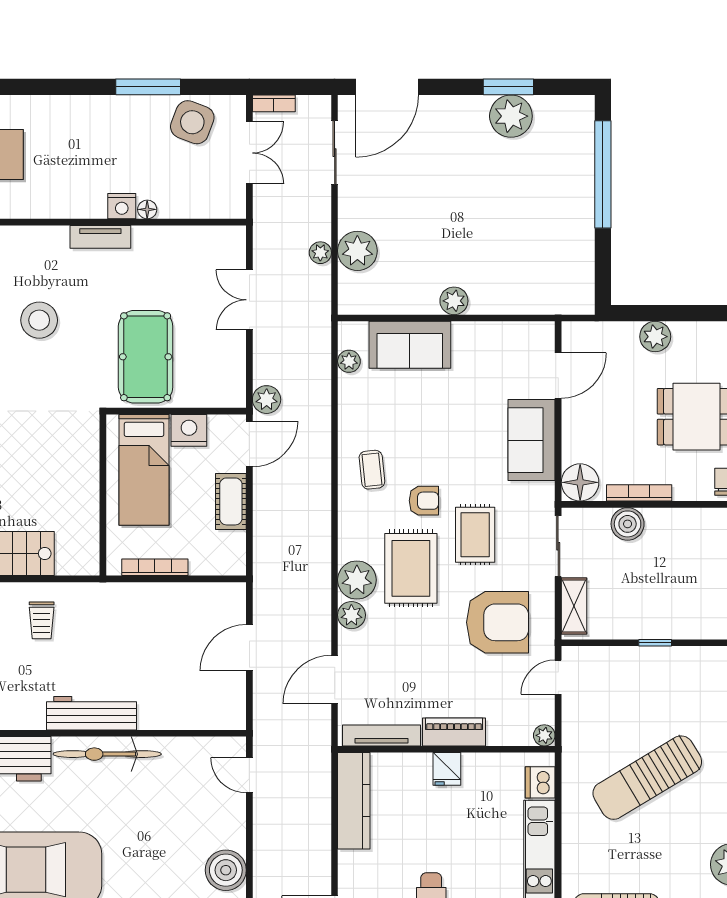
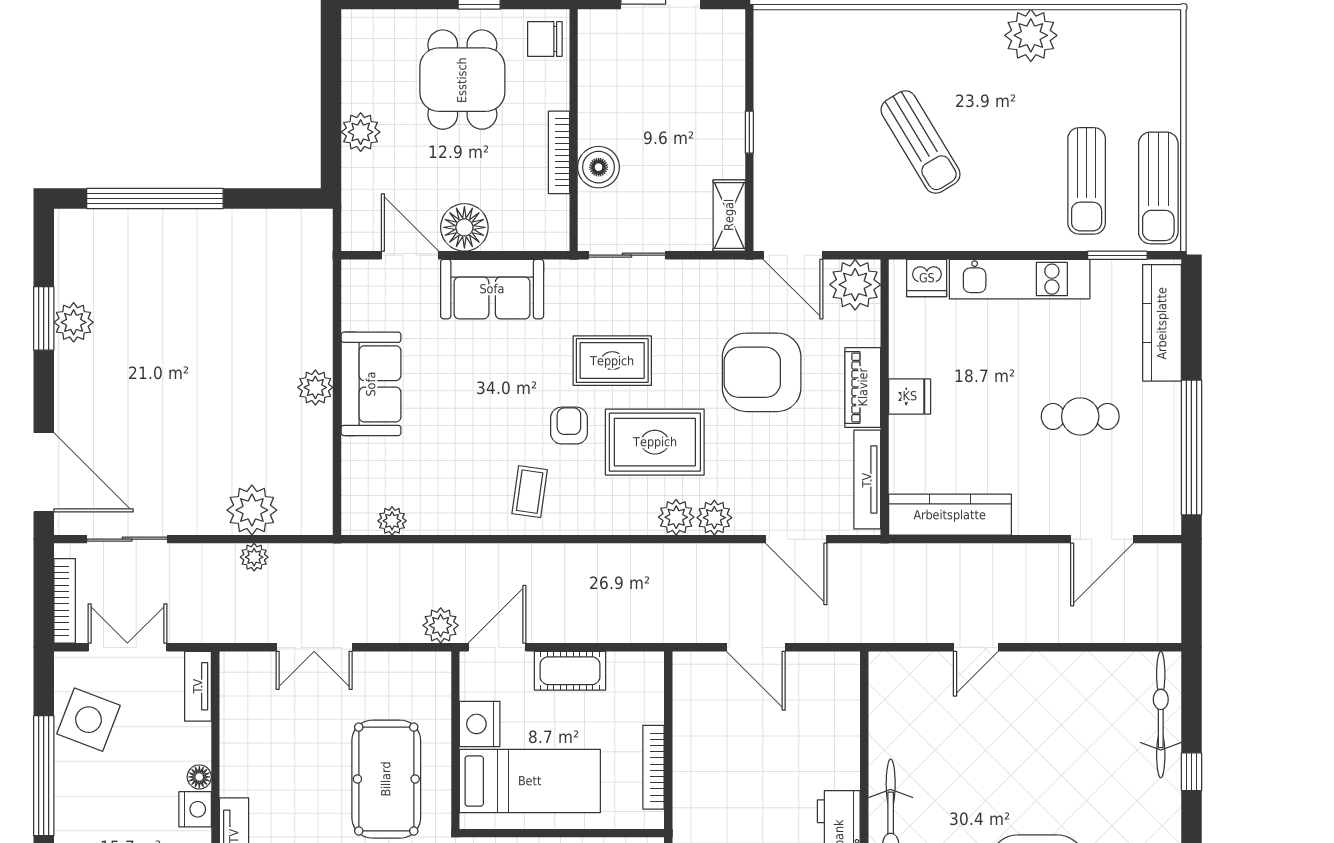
window: (148, 87) -> (44, 776), width x1.46
bookcase: (274, 103) -> (65, 601), width x1.56
plant: (511, 116) -> (74, 322), width x0.73, depth x0.73
tv unit: (219, 208) -> (198, 686), added
sofa: (410, 345) -> (371, 384), moved
pool table: (146, 357) -> (386, 779), turned 90
door: (249, 444) -> (497, 647), hinge flipped
coffee table: (372, 470) -> (530, 492), turned -76
floor lamp: (580, 482) -> (464, 227), moved
plant: (357, 580) -> (676, 517), width x0.73, depth x0.73
shelving: (574, 606) -> (729, 215), moved, turned 90
armchair: (498, 622) -> (762, 372), moved, turned -90
door: (558, 677) -> (793, 255), width x1.38
plant: (544, 735) -> (855, 285), width x1.88, depth x1.88
door: (249, 775) -> (976, 647), moved
sun lounger: (647, 778) -> (921, 142), width x0.73, depth x0.75
boiler: (226, 870) -> (1038, 677), removed

